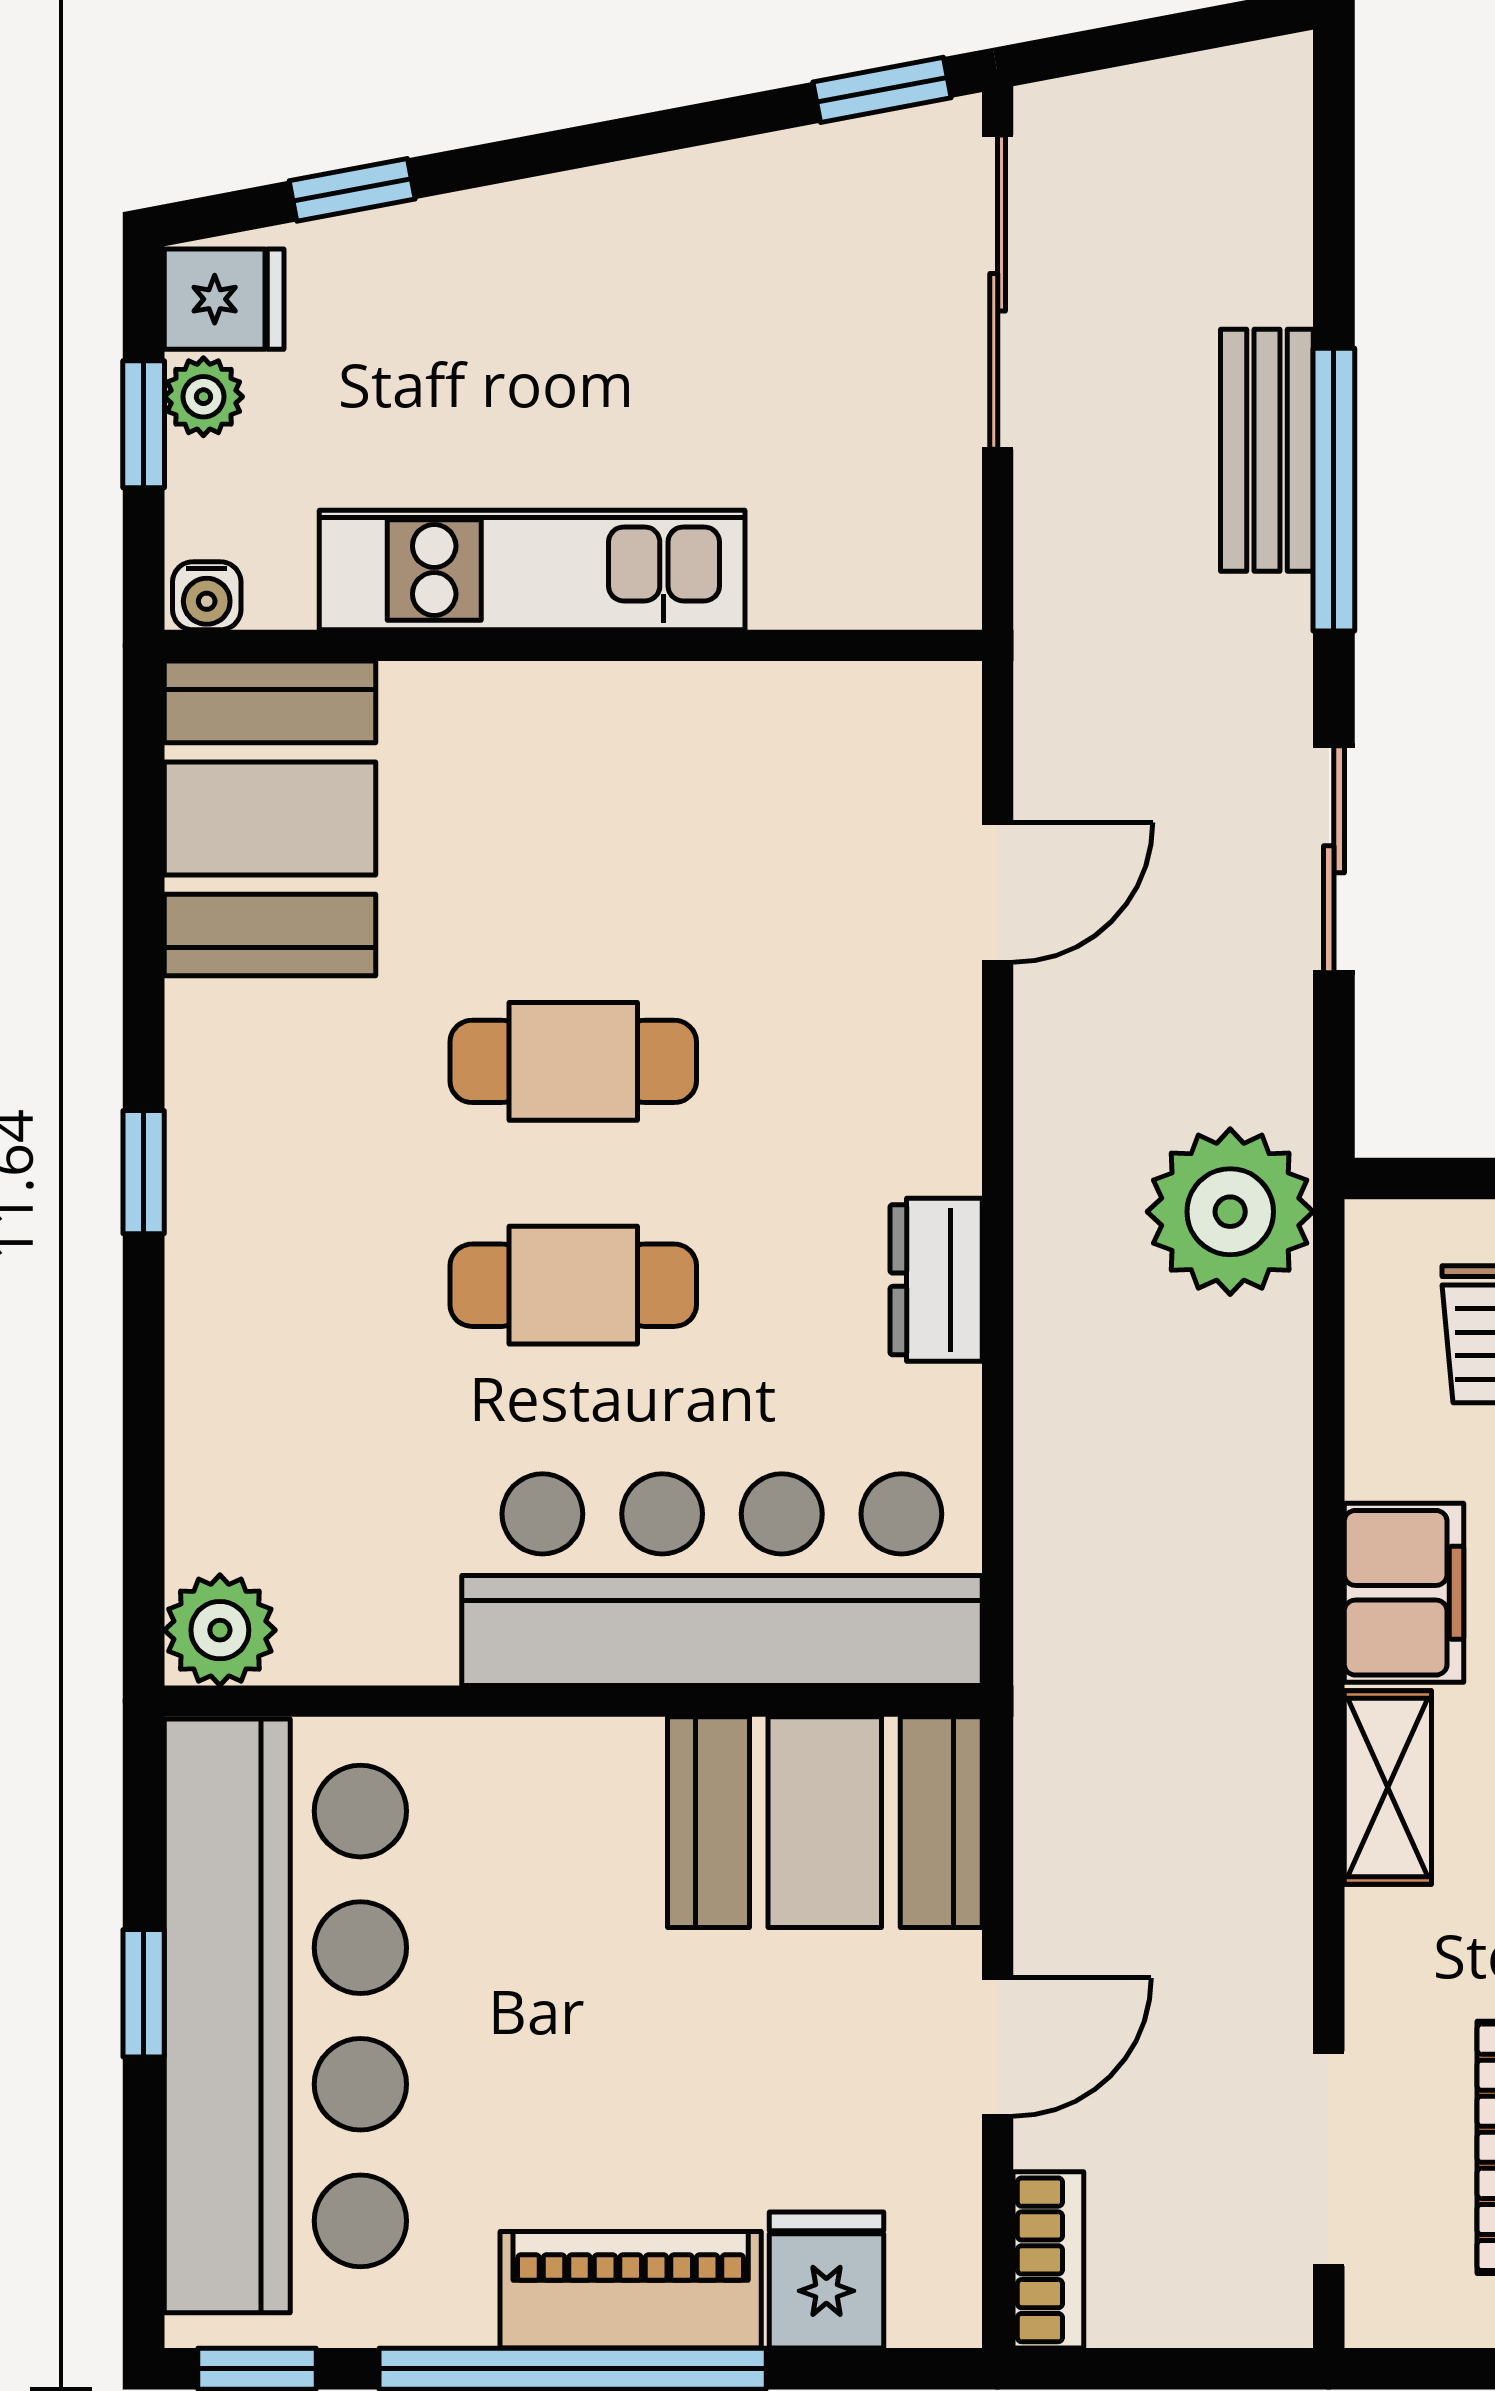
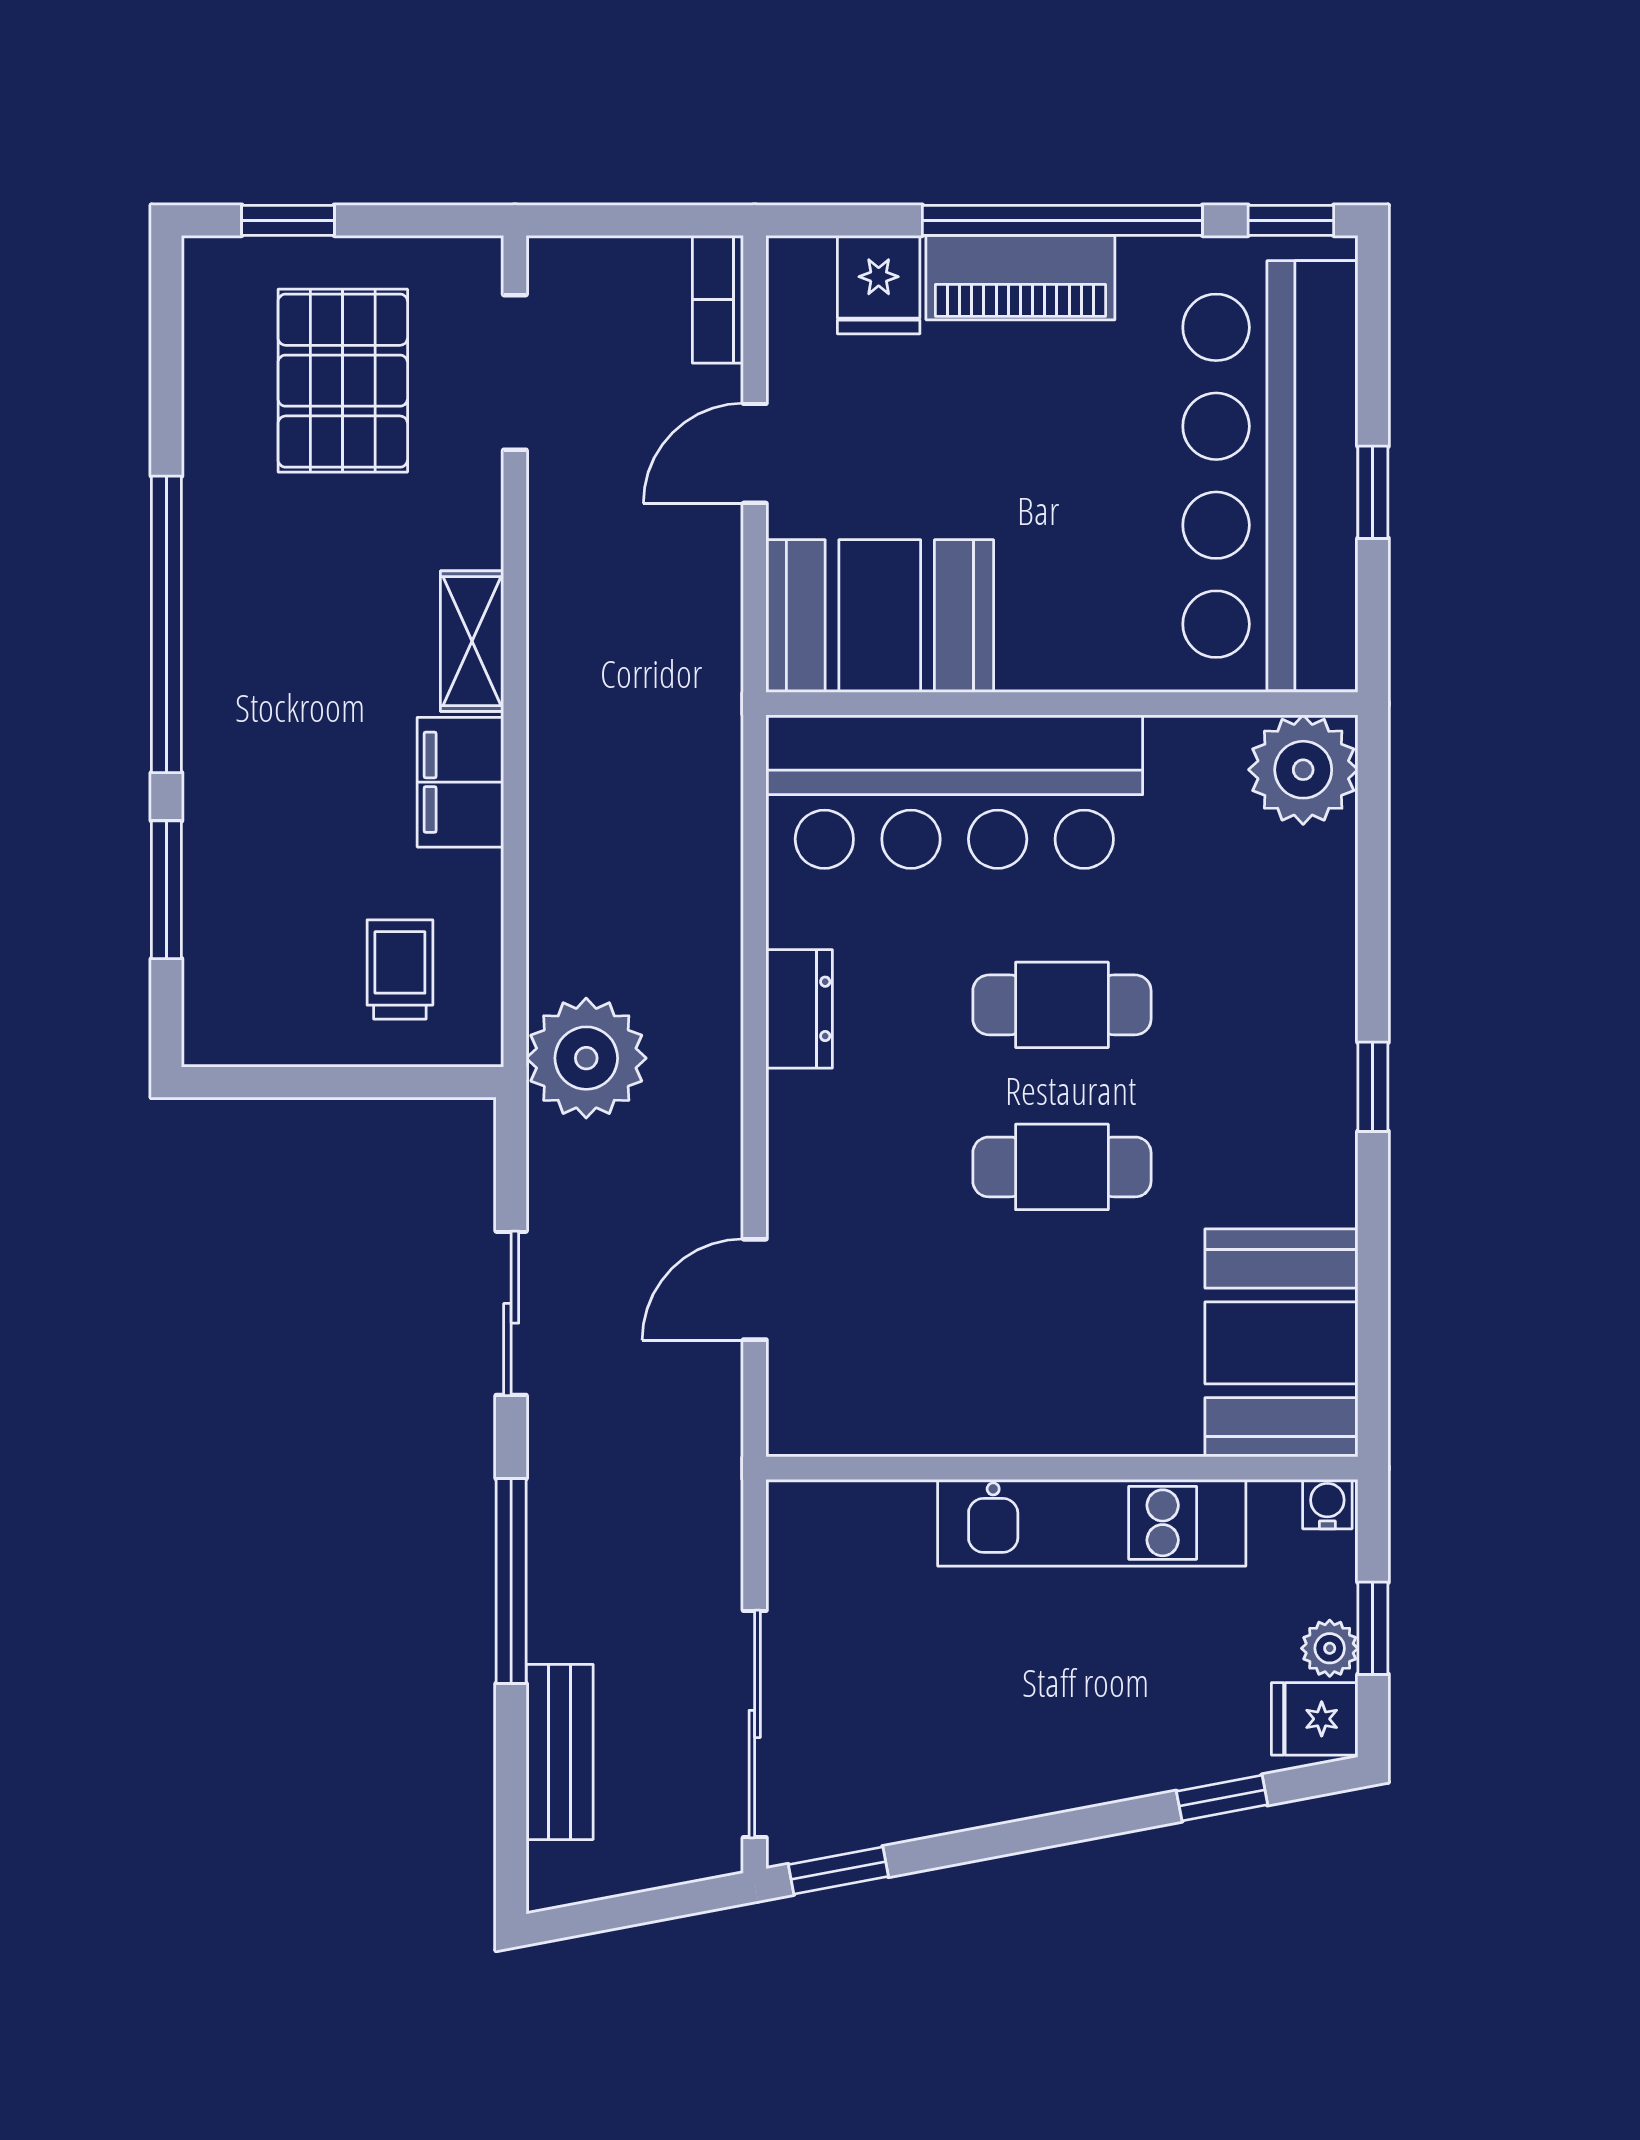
bench: (1267, 450) -> (560, 1752), moved
plant: (220, 1630) -> (1303, 770), width x1.36, depth x1.36

